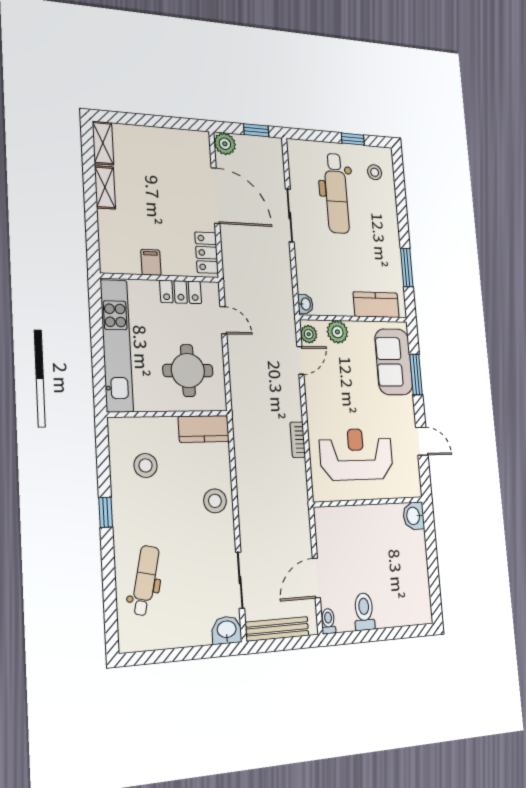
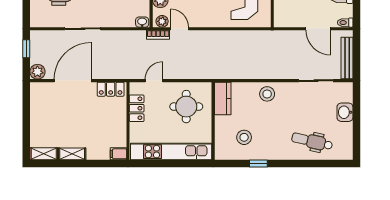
filing cabinet: (151, 262) -> (118, 154), moved
bookcase: (298, 440) -> (158, 35), moved
window: (106, 512) -> (258, 164), moved
washbasin: (227, 630) -> (345, 112), moved

